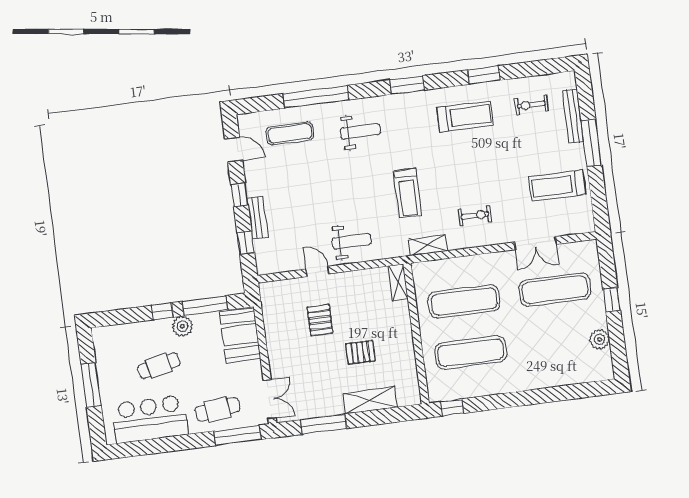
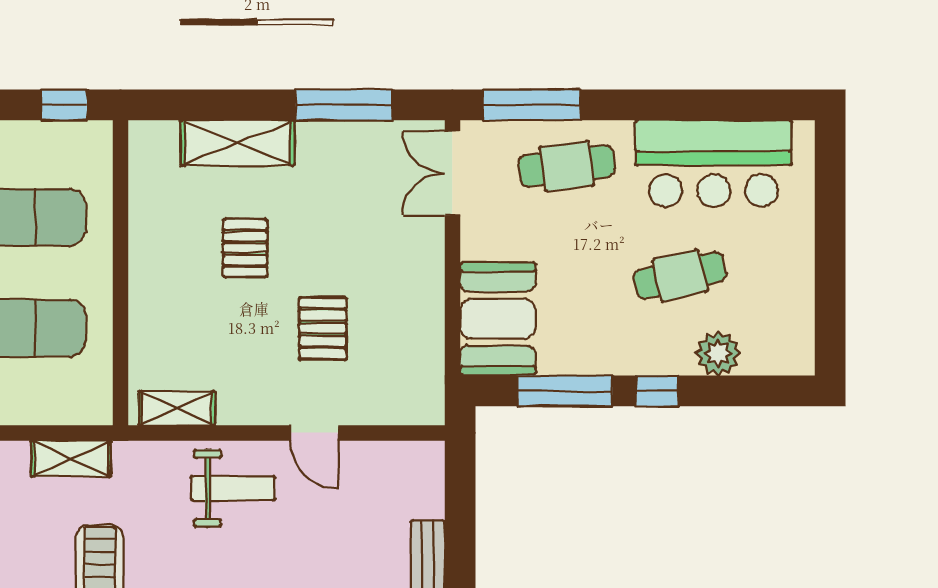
weight bench: (352, 241) -> (233, 488), turned 180
window: (246, 243) -> (460, 515), removed
shelving: (398, 282) -> (177, 408), moved, turned 90
plant: (182, 326) -> (718, 354), moved
pallet: (360, 352) -> (245, 248), turned 90
window: (91, 385) -> (830, 253), removed

